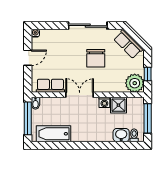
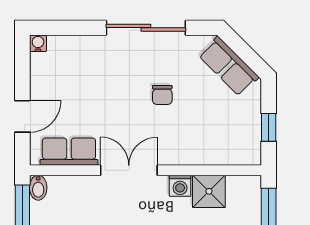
door: (28, 58) -> (22, 116), moved
chair: (96, 58) -> (162, 95), width x0.54, depth x0.54
plant: (135, 83) -> (242, 146), removed

